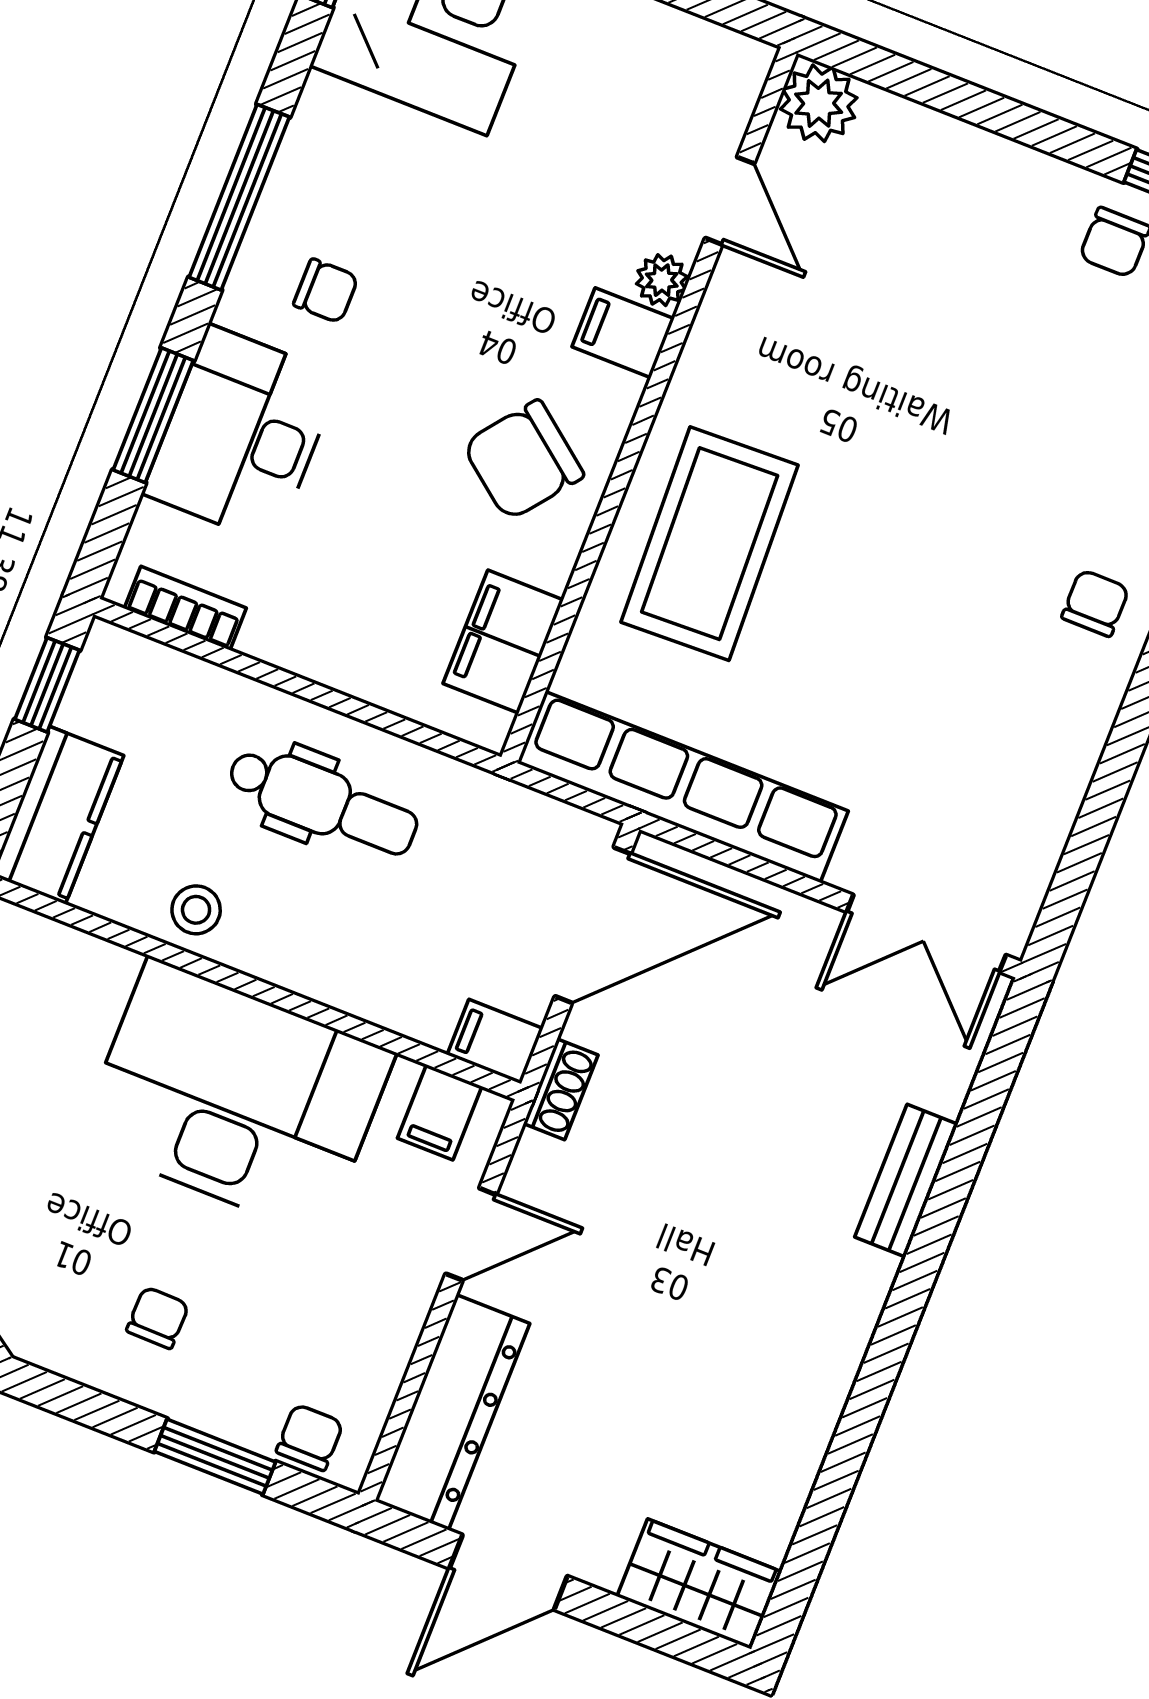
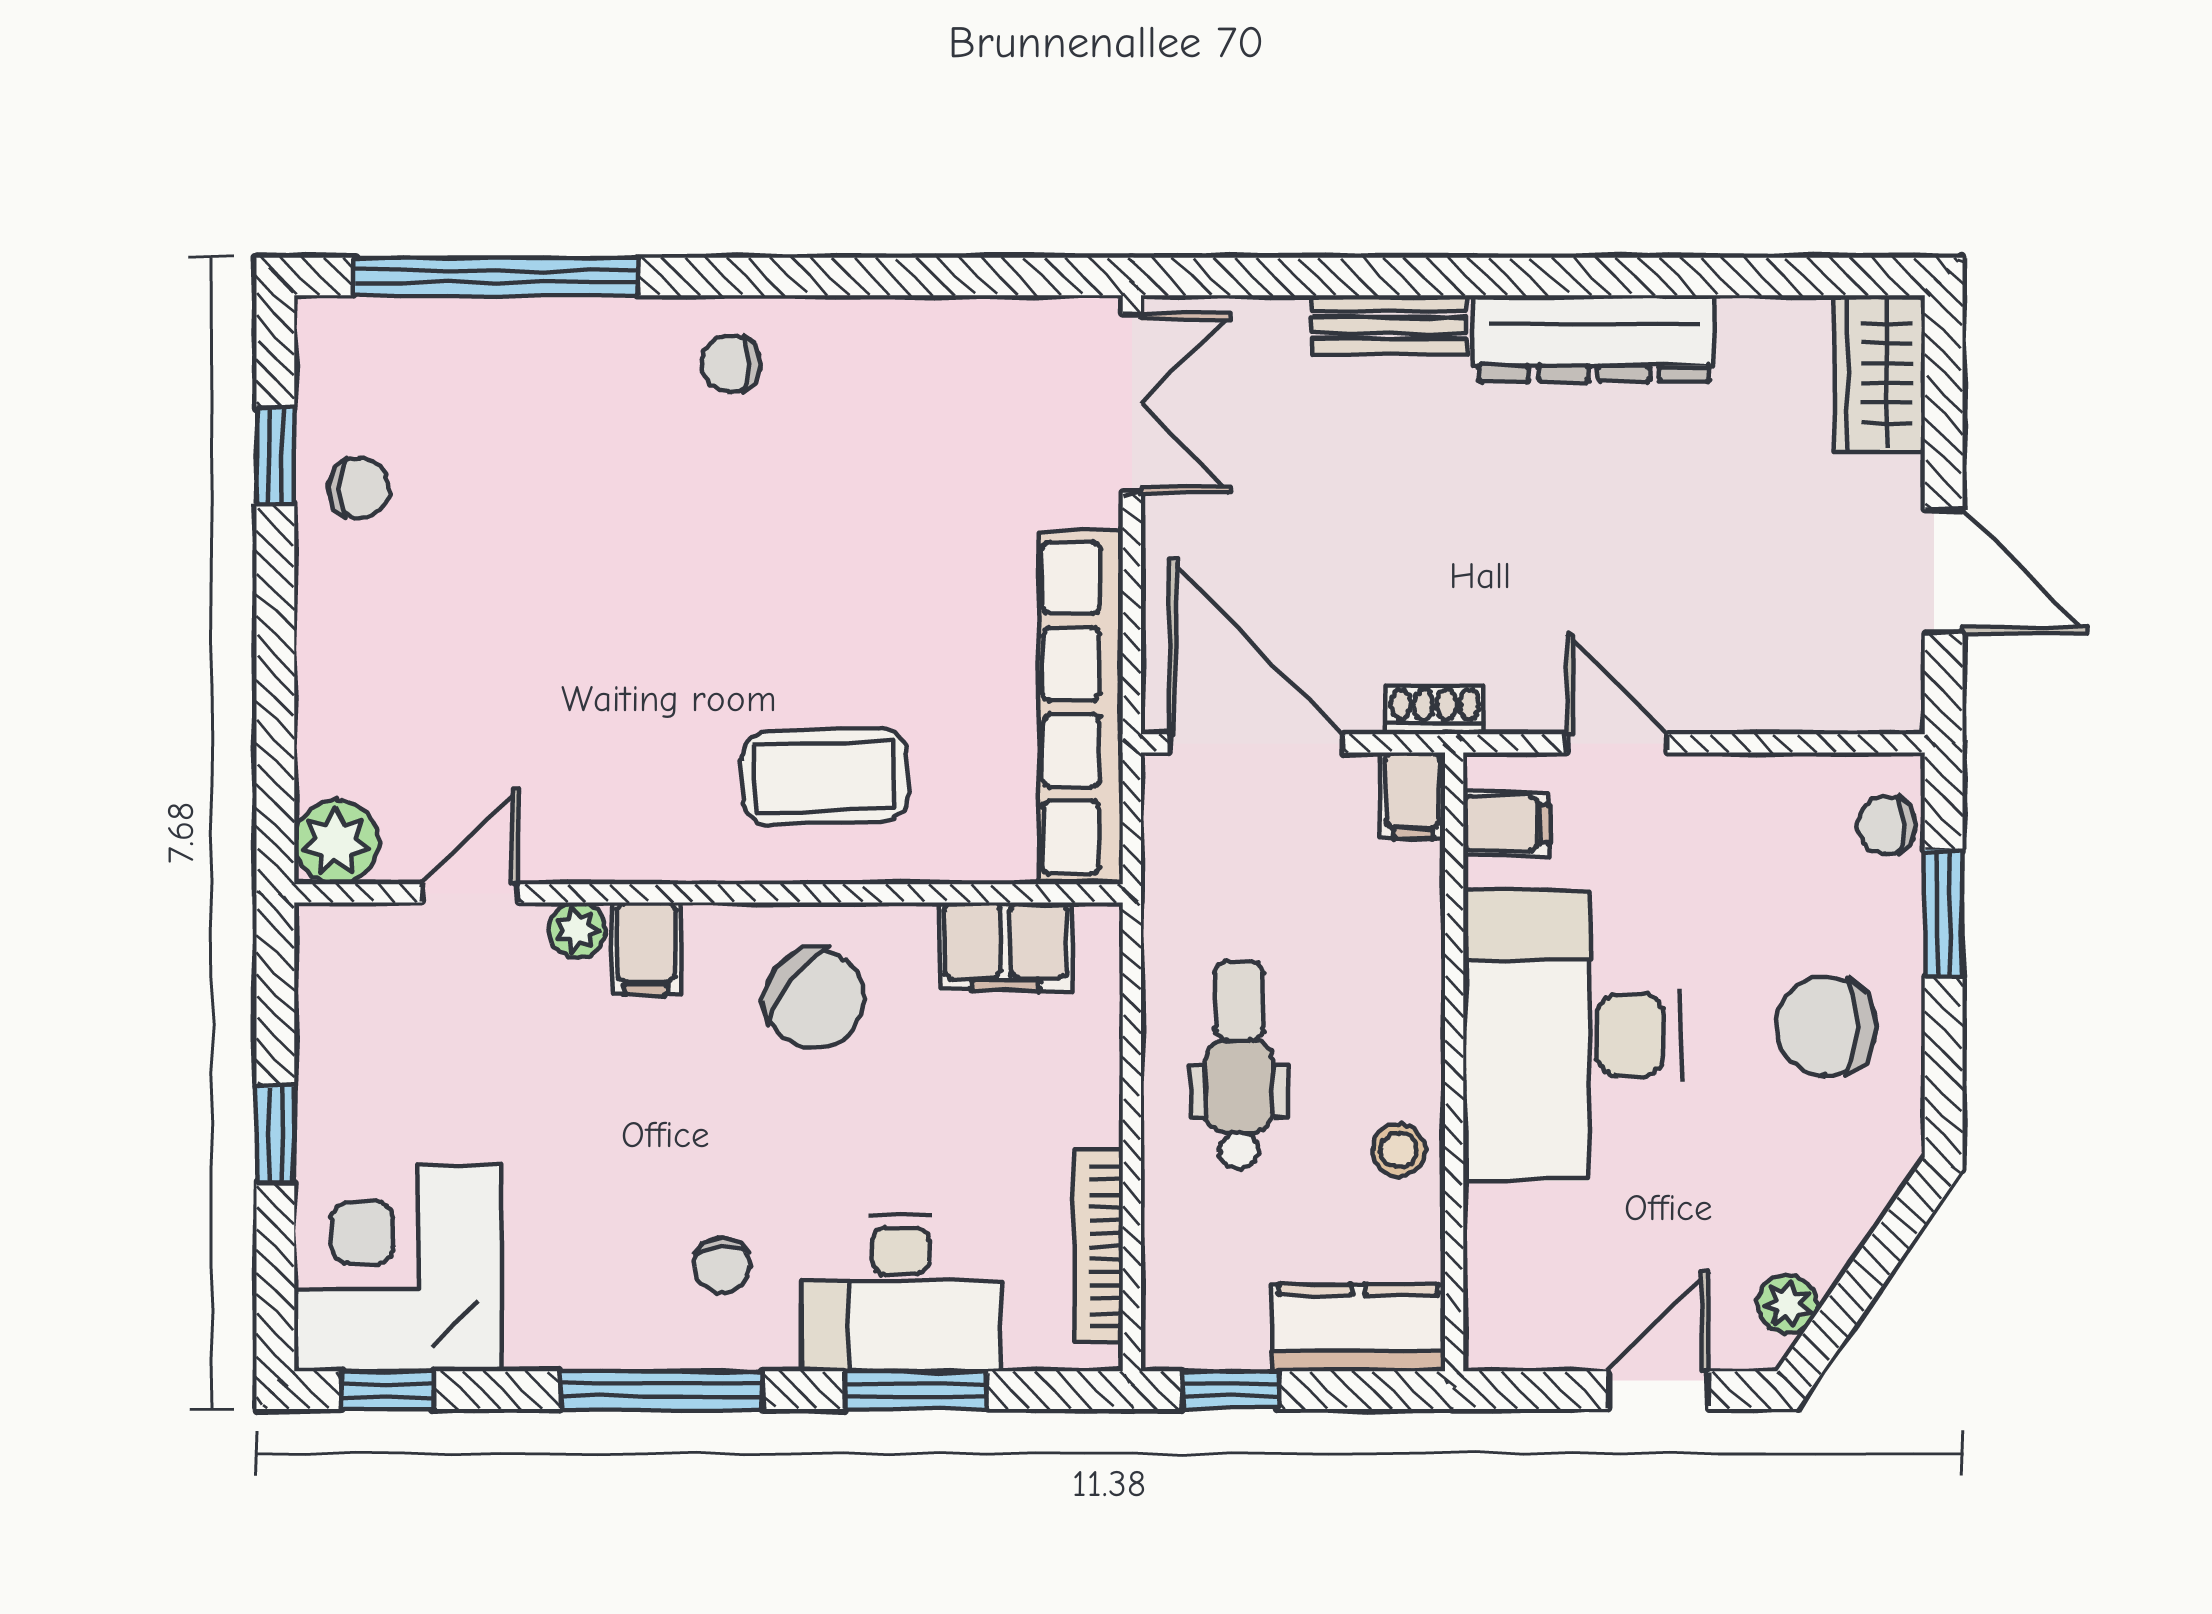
chair: (326, 291) -> (722, 1265), turned 180
coffee table: (710, 544) -> (825, 777), width x0.73, depth x0.76
bookcase: (185, 608) -> (1098, 1246), width x1.56
chair: (158, 1318) -> (1826, 1027), width x1.87, depth x1.87
dresser: (452, 1412) -> (1594, 338), moved, turned 180

